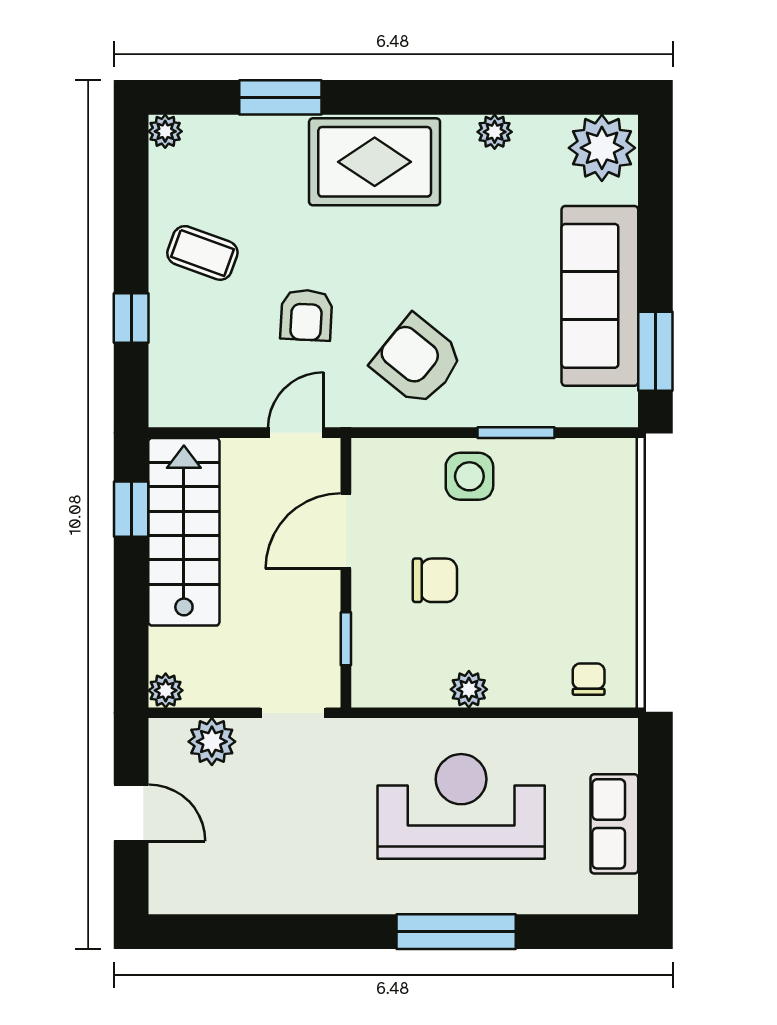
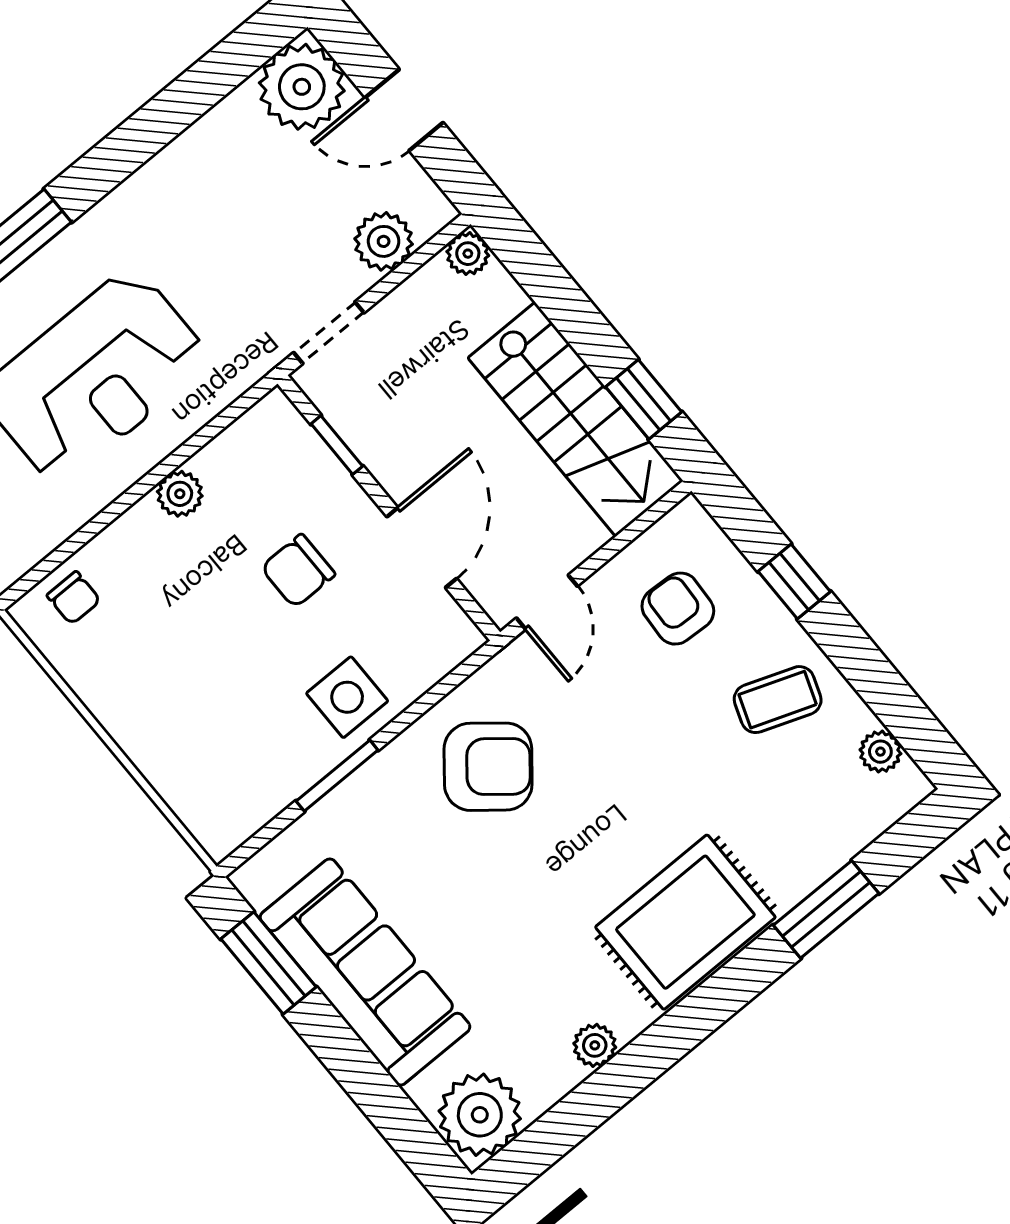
plant: (165, 131) -> (880, 752), moved
armchair: (306, 315) -> (678, 609), moved
plant: (183, 880) -> (302, 87), added

